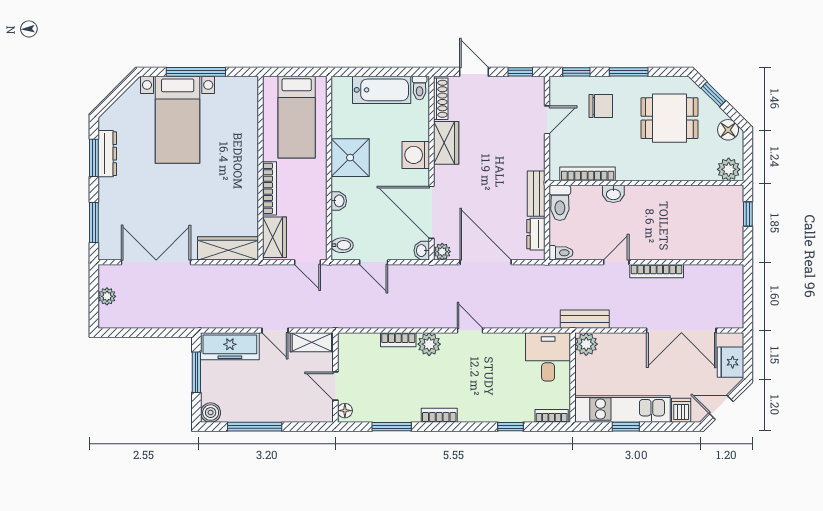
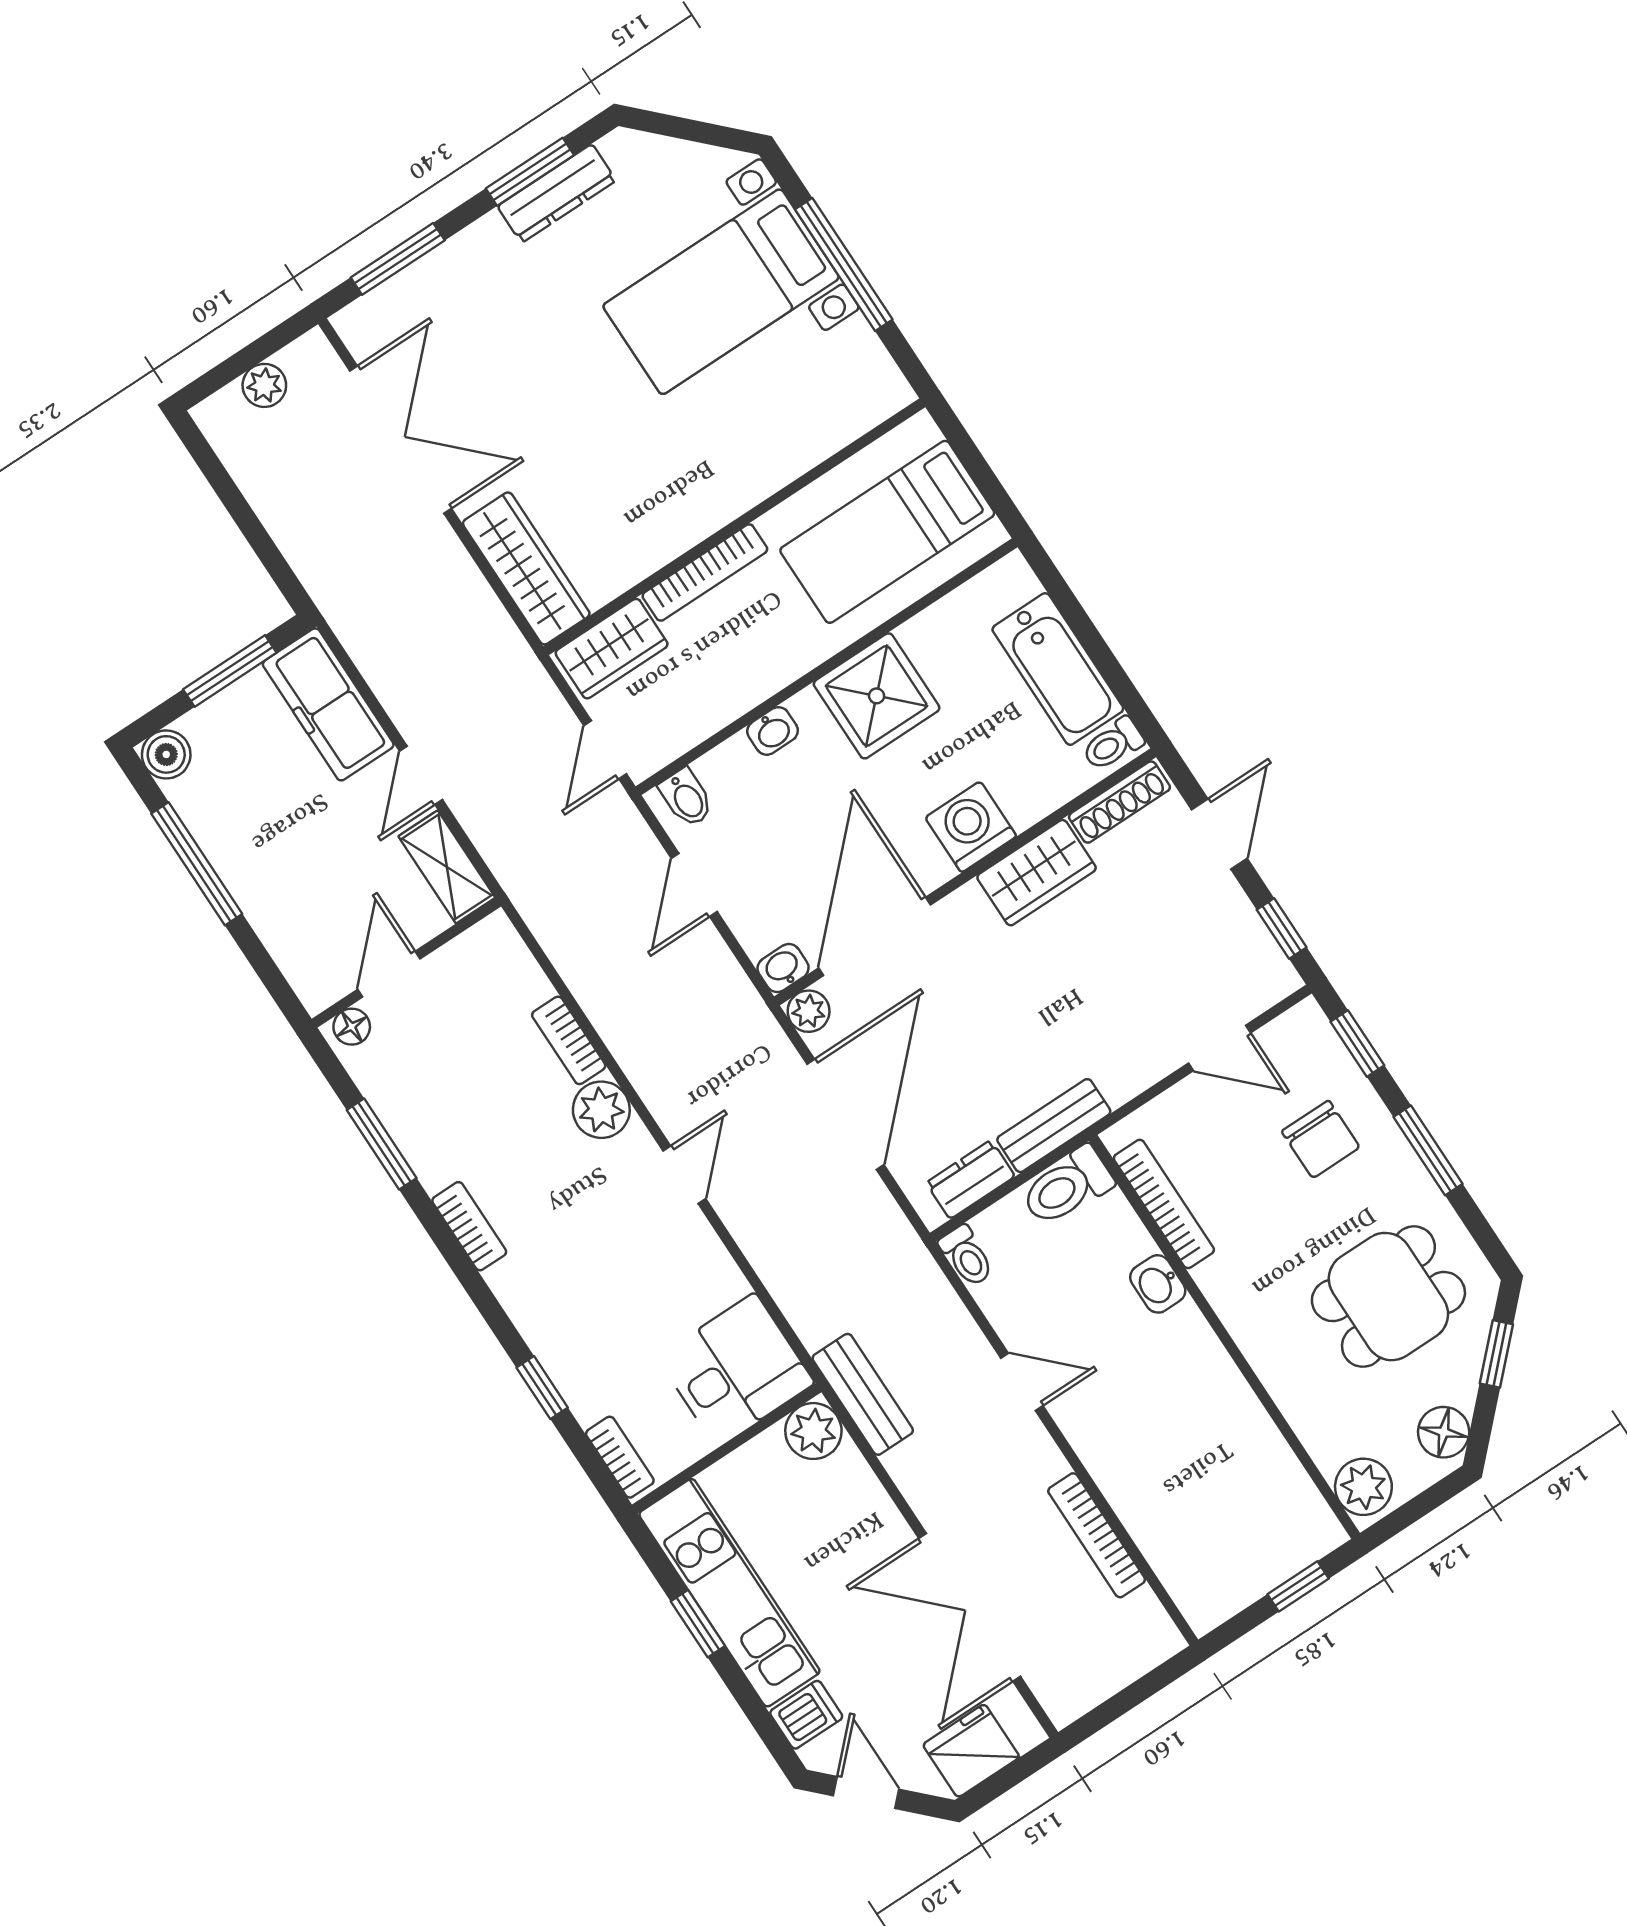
dining table: (669, 118) -> (1388, 1297), turned 90
bookcase: (657, 271) -> (1097, 1535), moved

